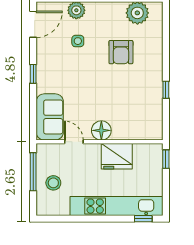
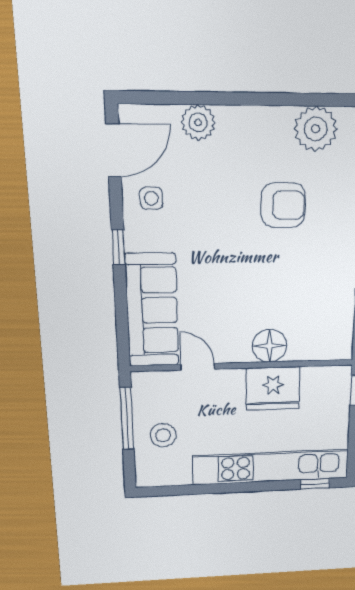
side table: (78, 41) -> (151, 198), moved
armchair: (121, 52) -> (283, 205), turned -90
sofa: (50, 117) -> (152, 310), width x1.36
floor lamp: (101, 130) -> (270, 346), moved

